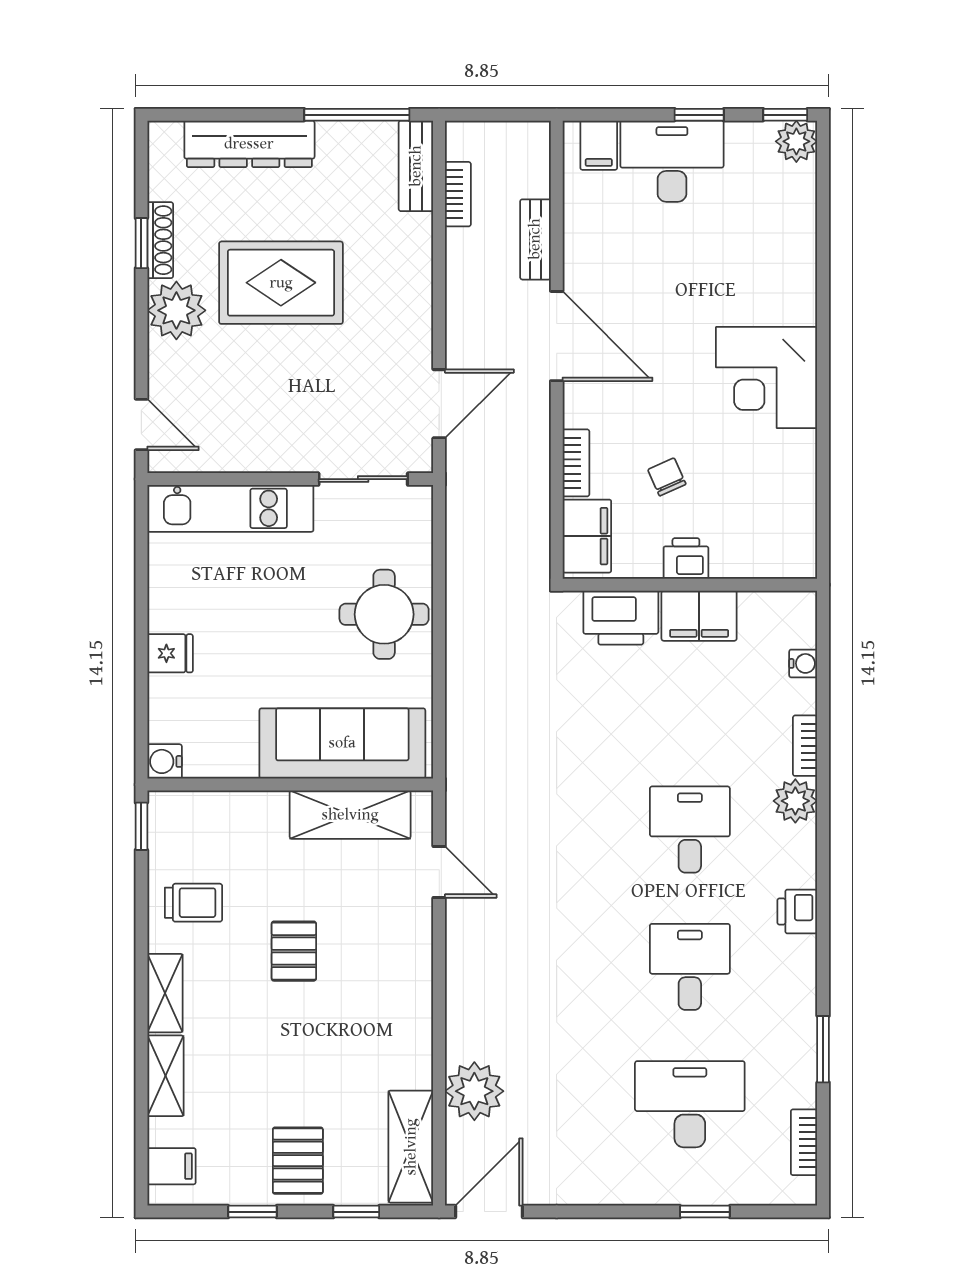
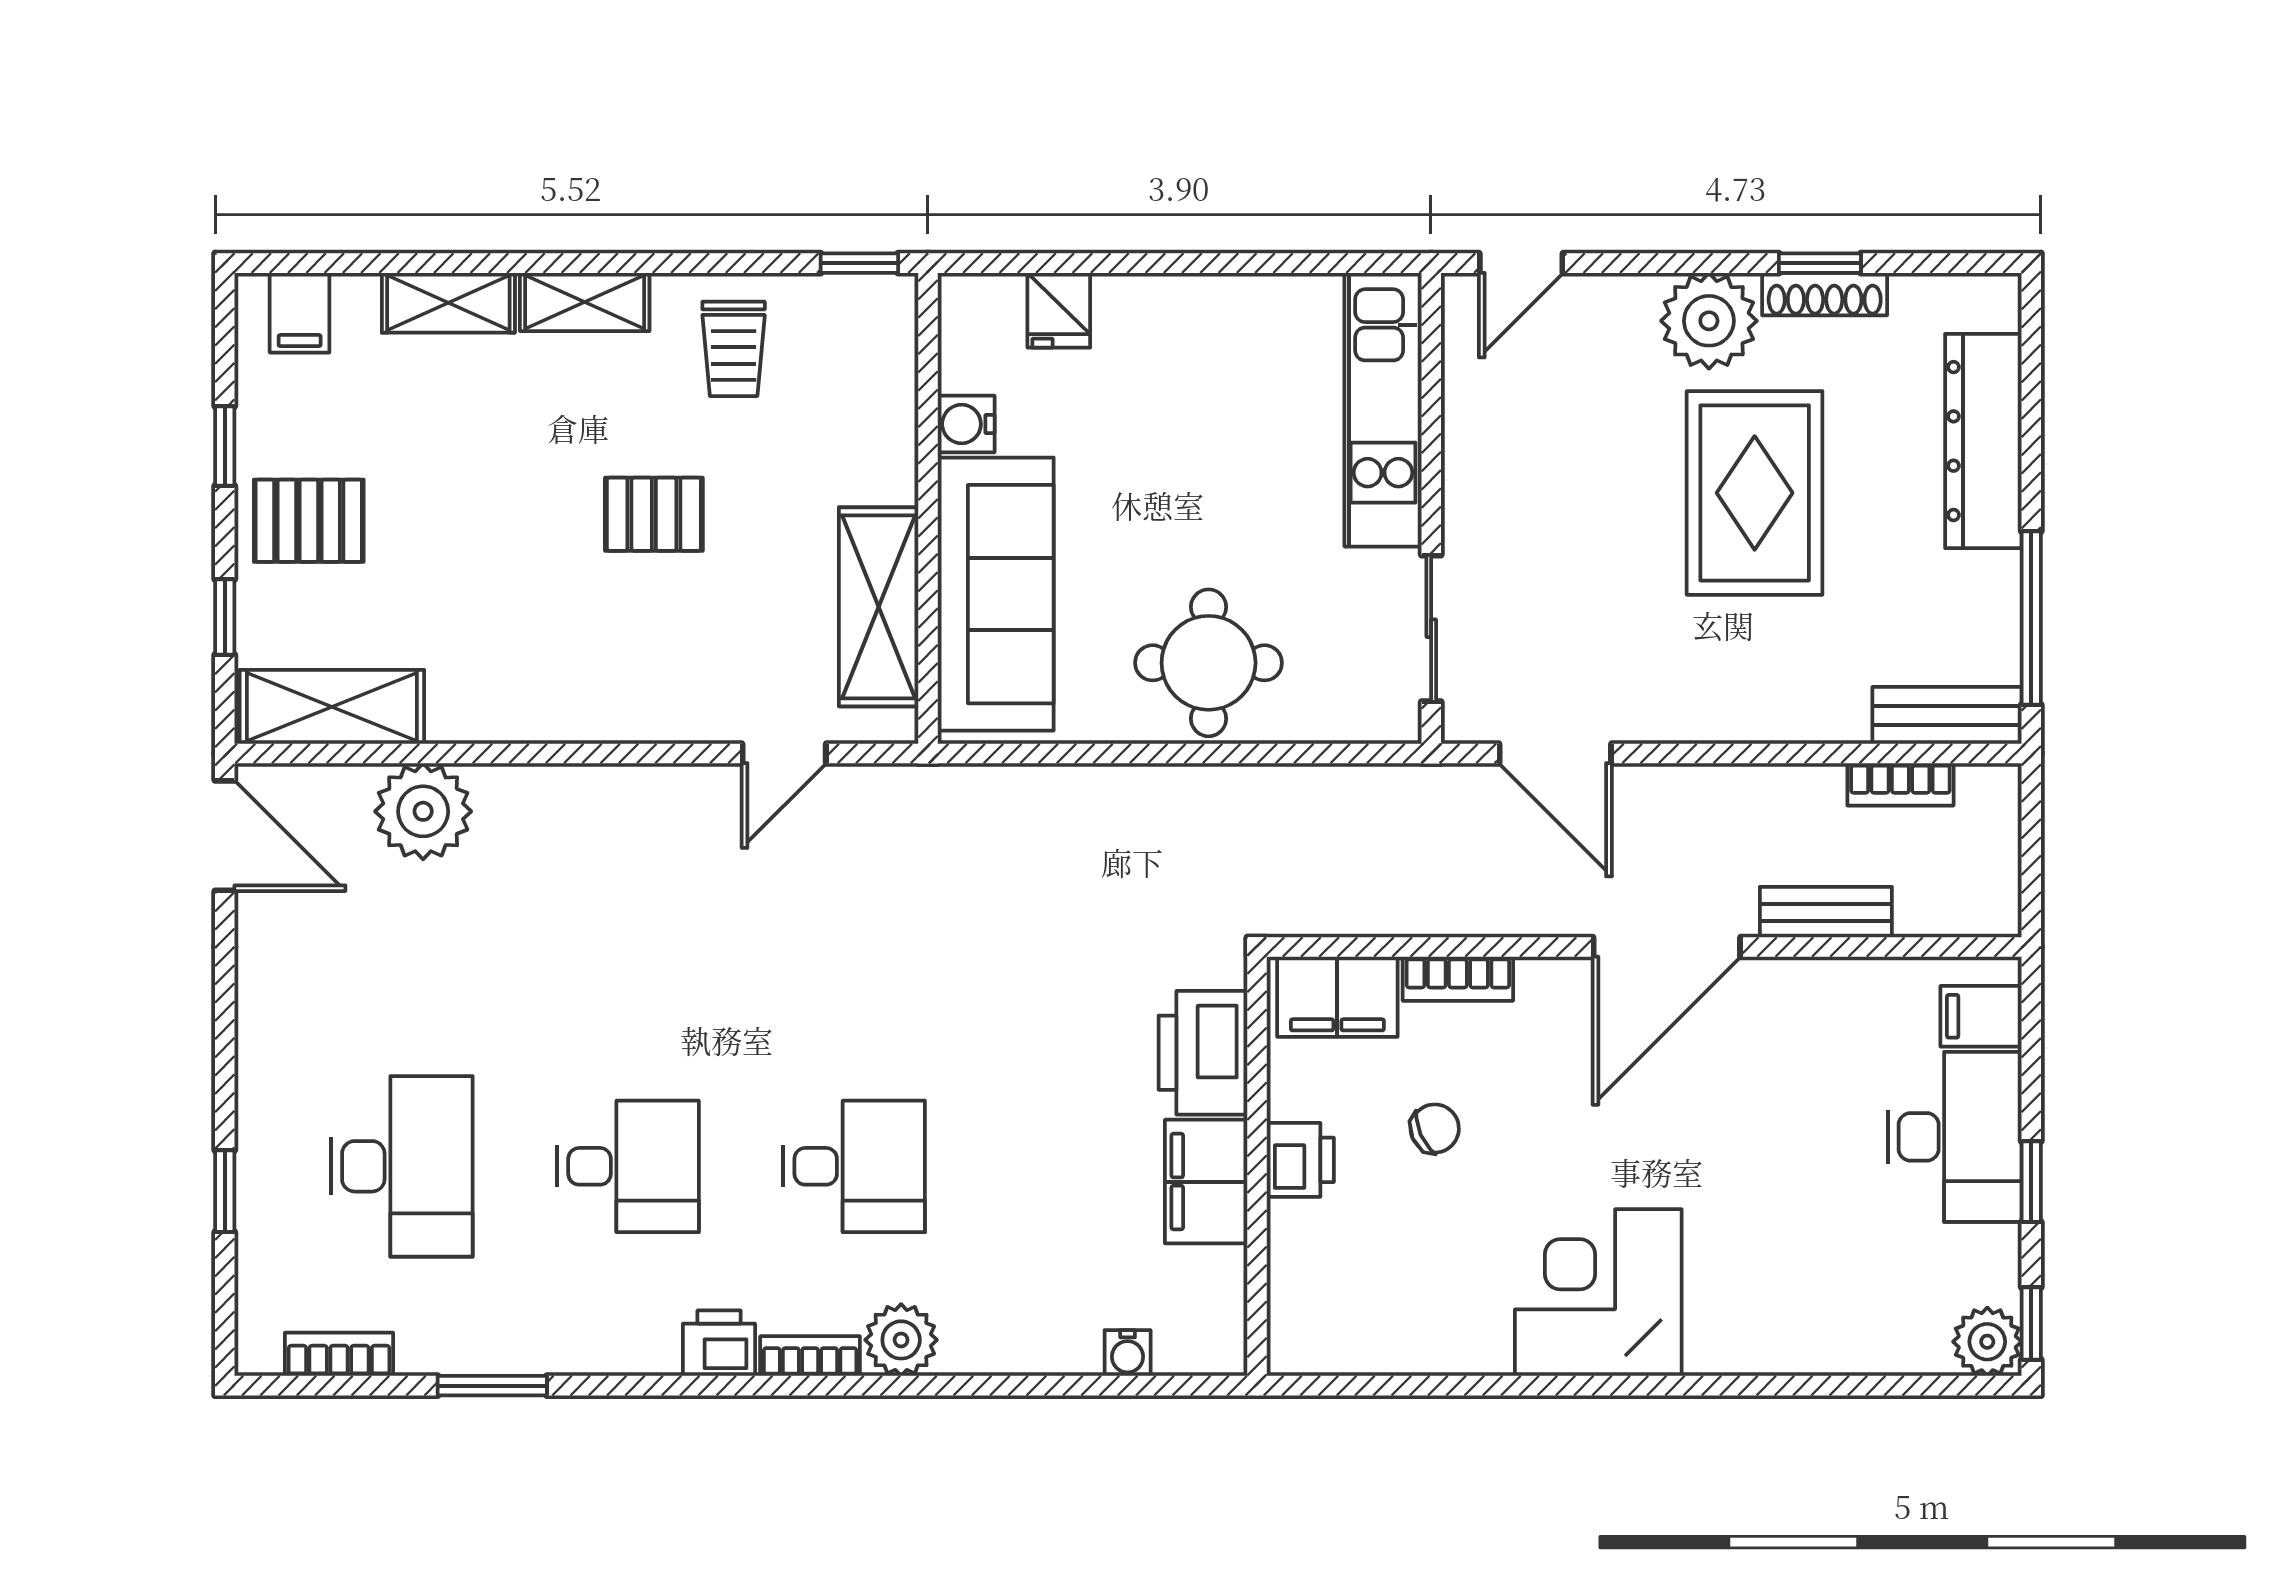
fridge: (170, 653) -> (1059, 310), moved
bookcase: (805, 746) -> (810, 1356), moved
water cooler: (165, 761) -> (966, 424), moved, turned -90

